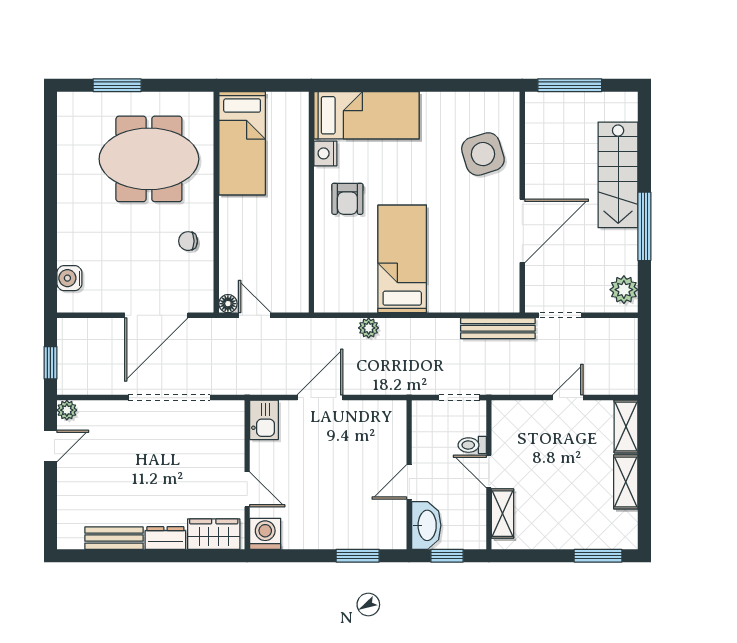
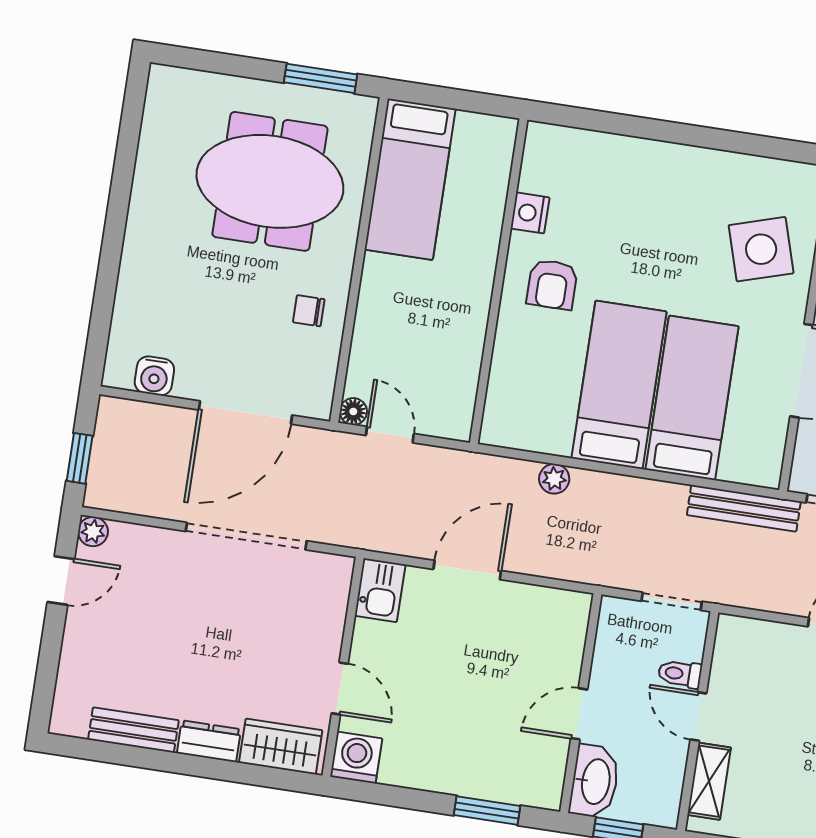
window: (117, 85) -> (321, 78), moved
bed: (367, 115) -> (692, 398), moved, turned -90
water cooler: (69, 278) -> (154, 376), moved, turned -90

